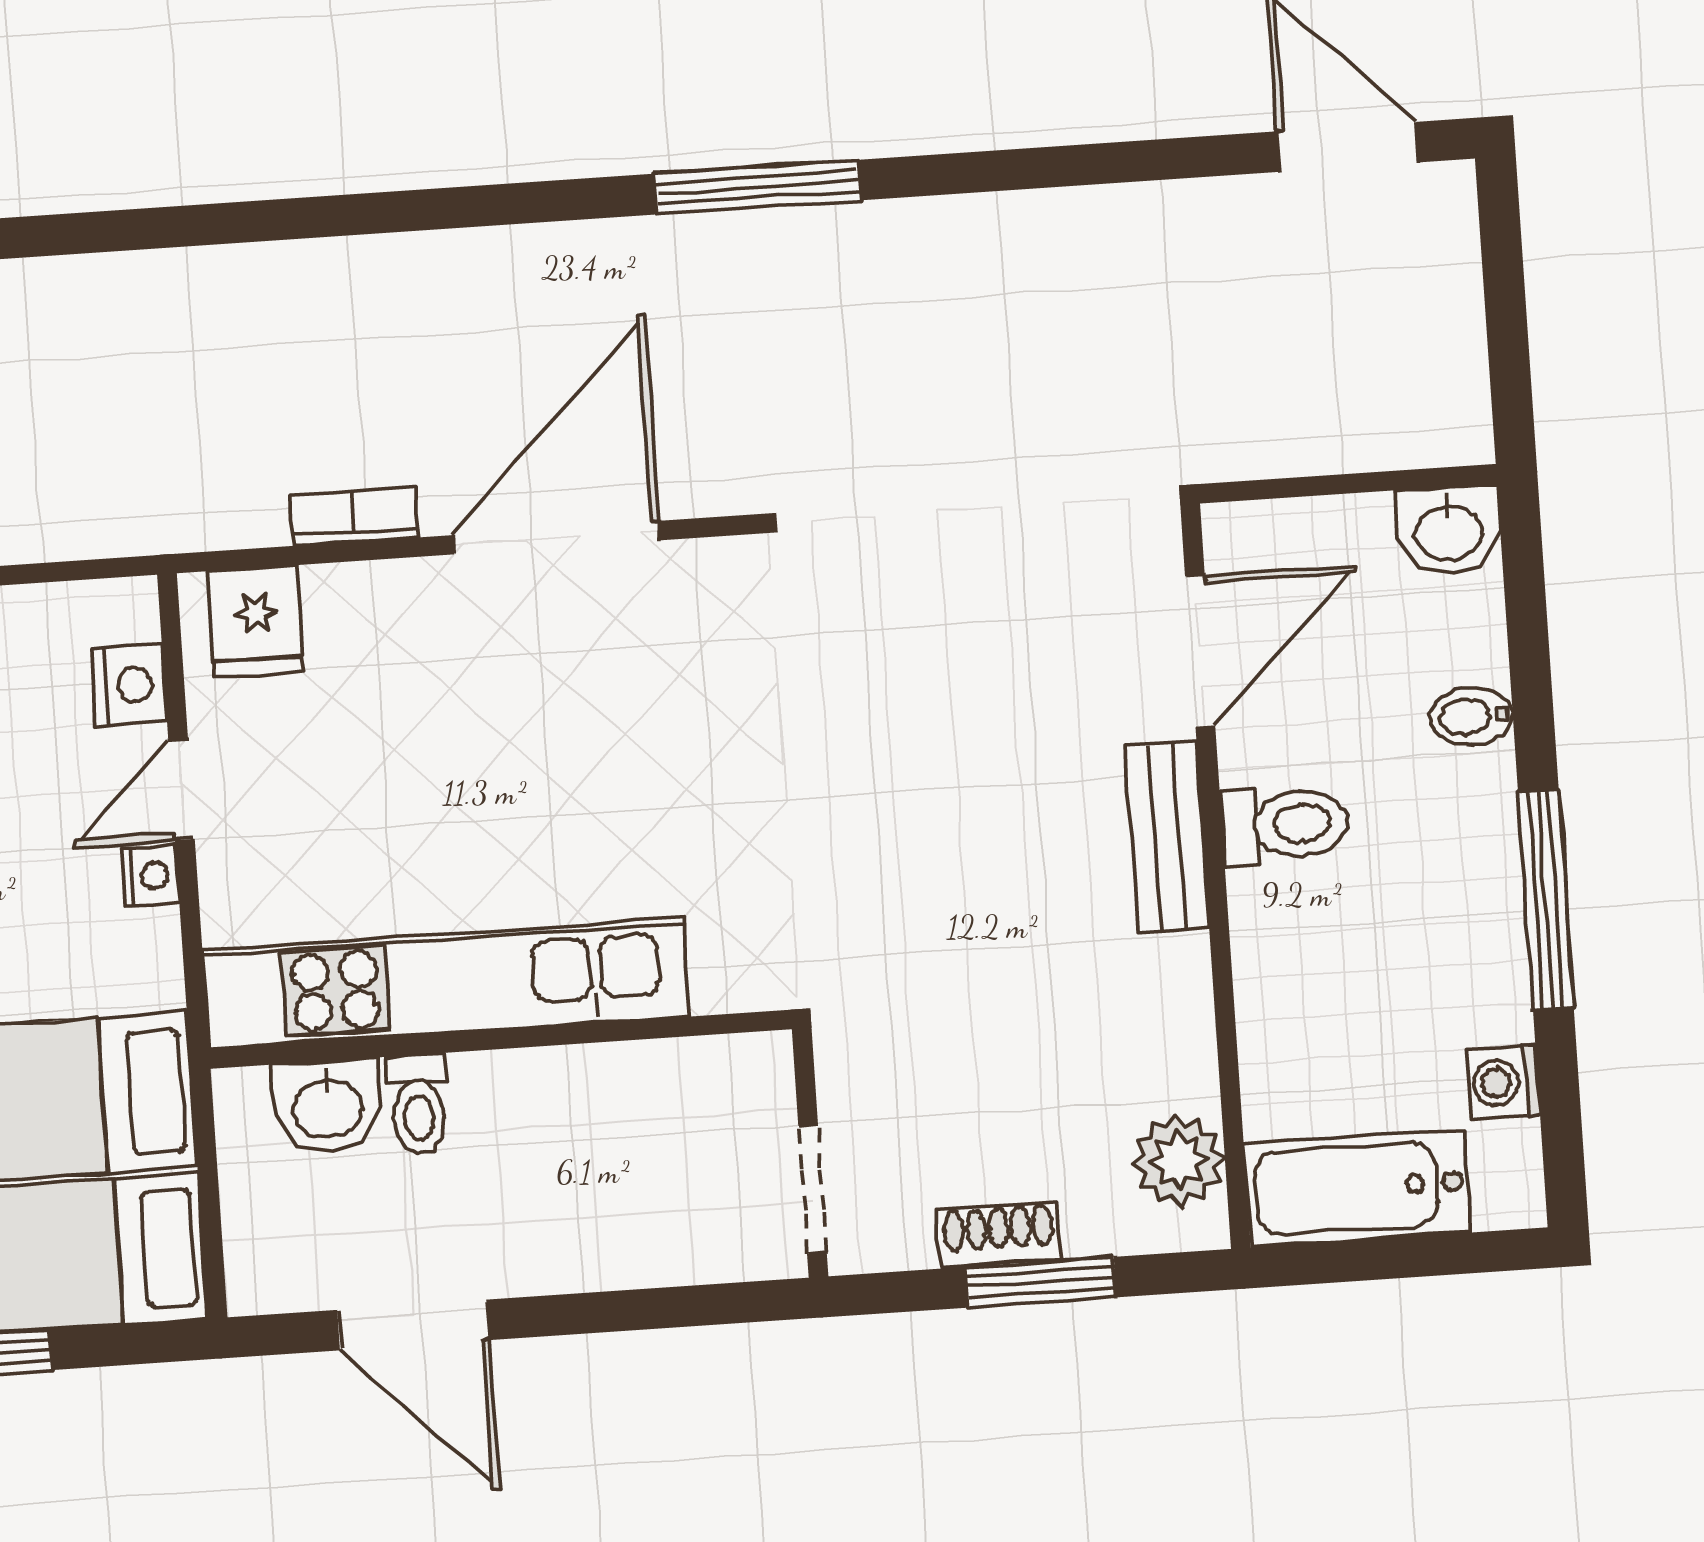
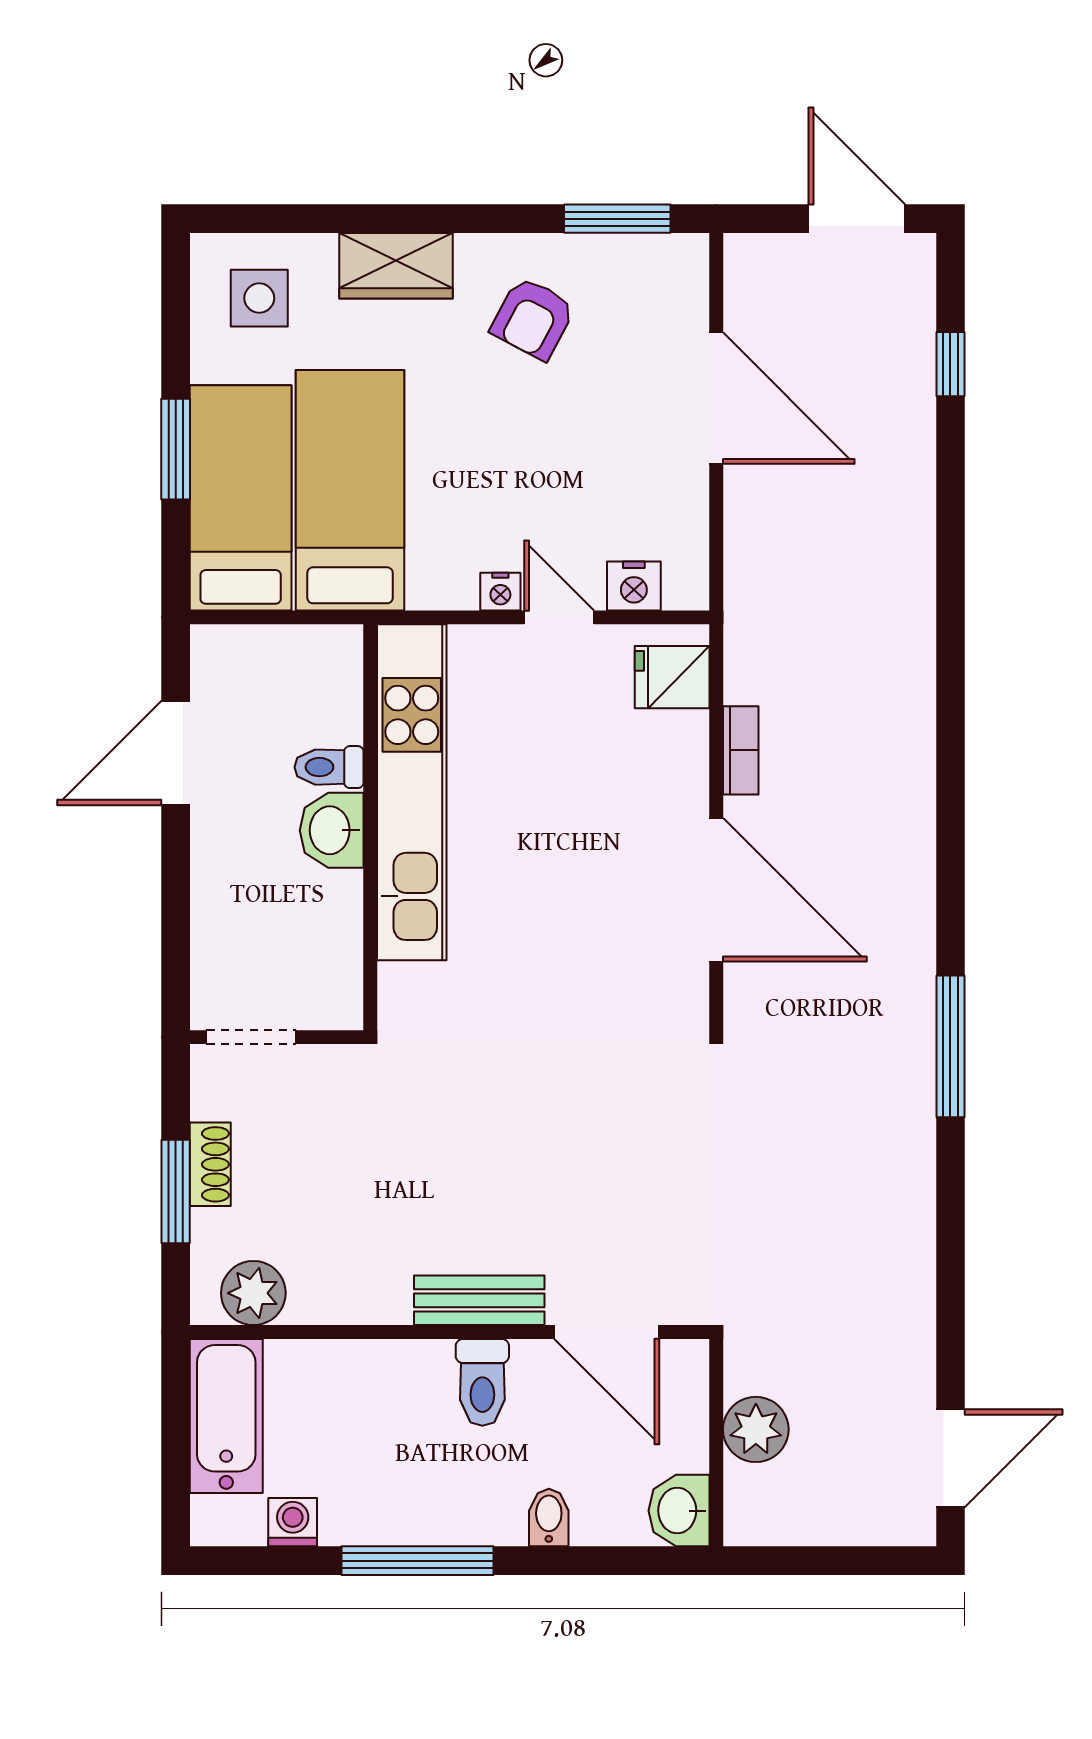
plant: (1325, 428) -> (756, 1429), added
washbasin: (328, 1107) -> (332, 830), moved

